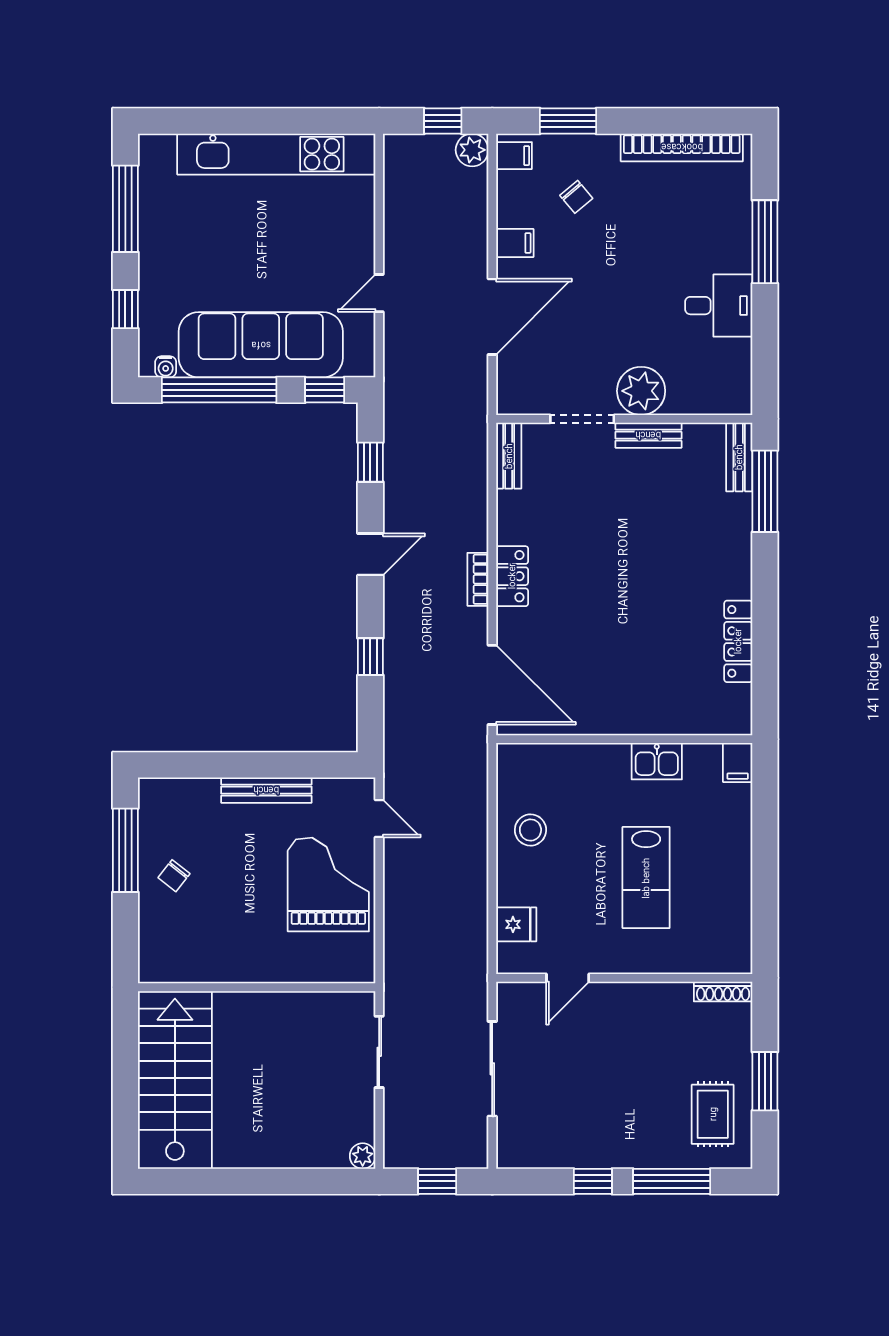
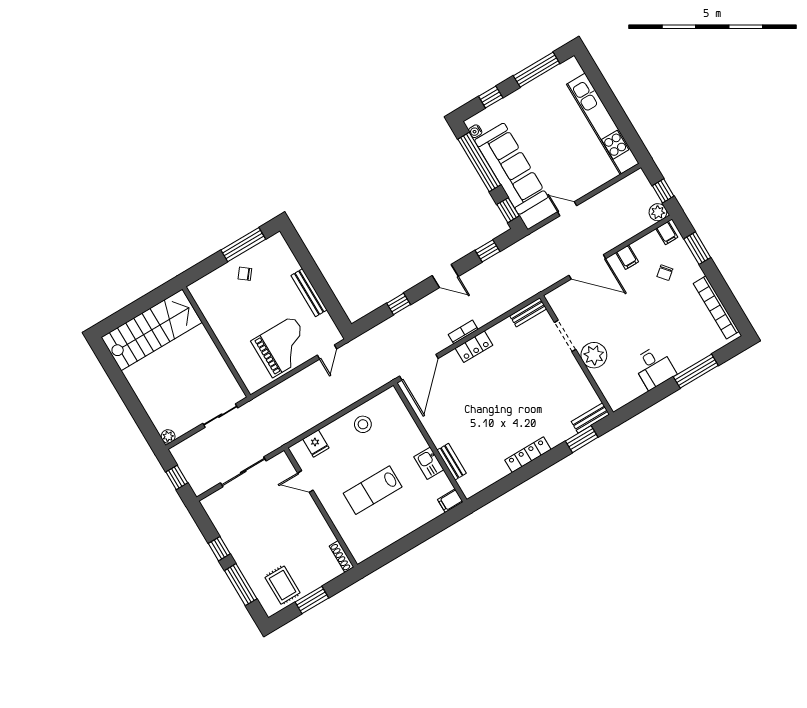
bench: (648, 435) -> (452, 462), moved
window: (765, 491) -> (582, 439), width x0.69
locker: (738, 641) -> (528, 455), moved
rug: (713, 1114) -> (283, 585), turned 90

